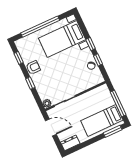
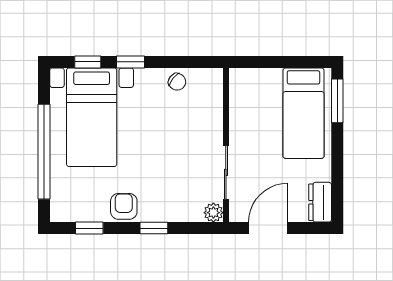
window: (98, 60) -> (88, 62), moved
window: (118, 103) -> (284, 62), removed

